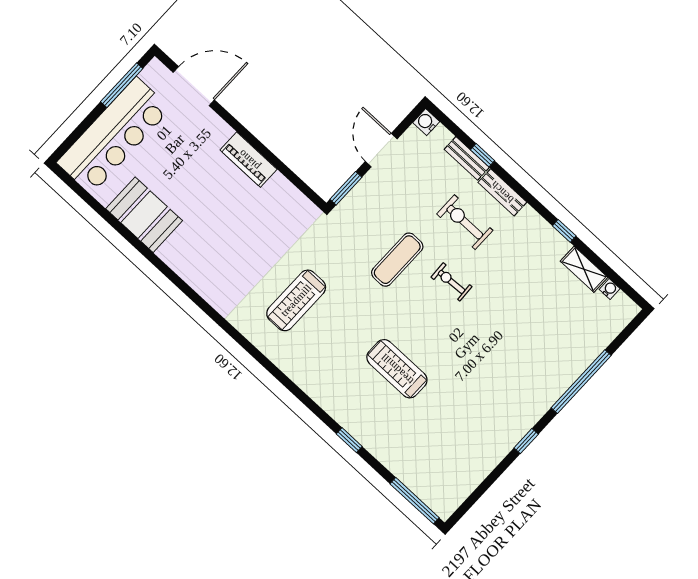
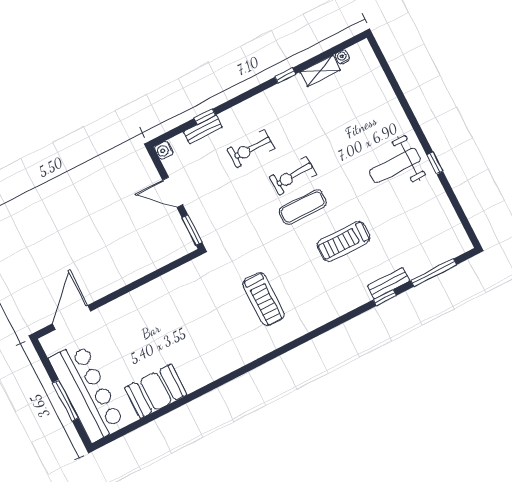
window: (122, 85) -> (65, 401), moved
piano: (249, 160) -> (143, 296), removed
bench: (502, 192) -> (388, 283), moved
exercise mat: (397, 260) -> (303, 207), moved, turned 90
exercise bike: (451, 282) -> (293, 176), width x1.38, depth x1.39
window: (581, 382) -> (405, 105), removed
weight bench: (506, 396) -> (395, 166), added
window: (415, 501) -> (434, 273), moved

